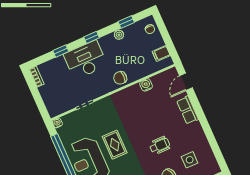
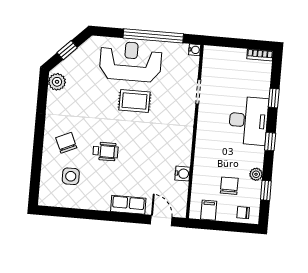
chair: (120, 78) -> (229, 186), moved
wheelchair: (160, 145) -> (106, 151), turned -90

